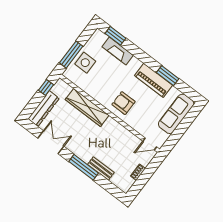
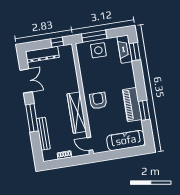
fireplace: (118, 51) -> (125, 49), moved
wardrobe: (87, 107) -> (77, 113), moved
bench: (101, 169) -> (43, 134), width x1.36

